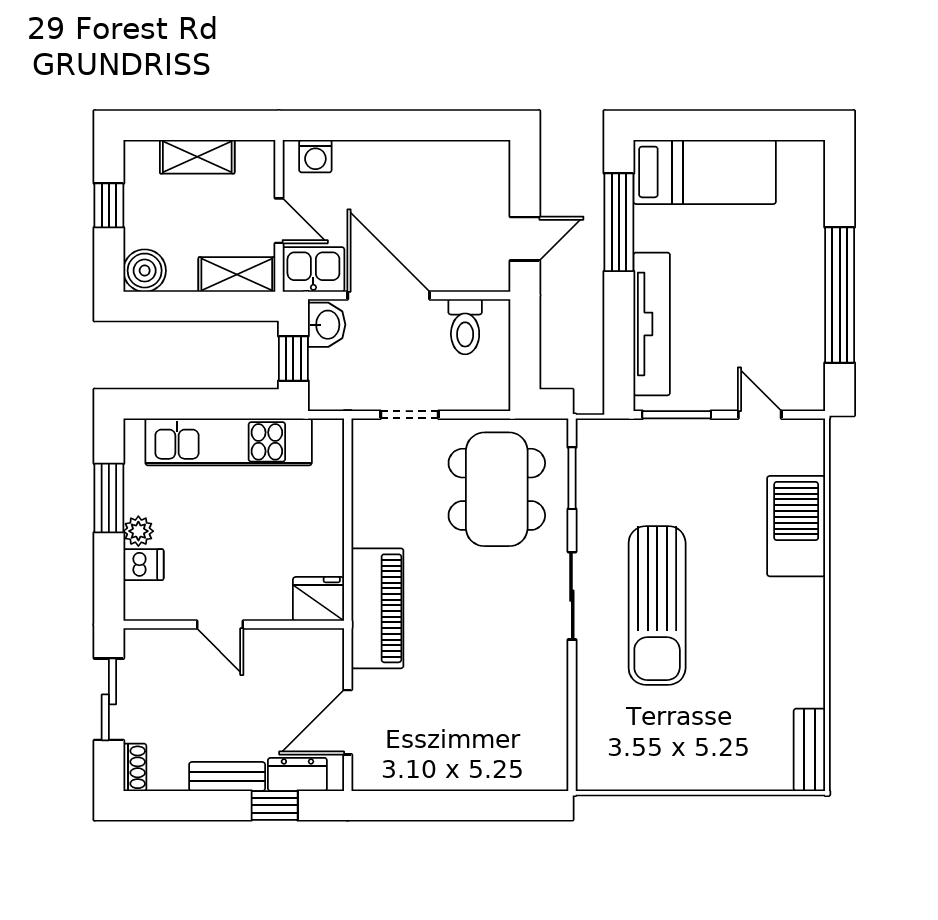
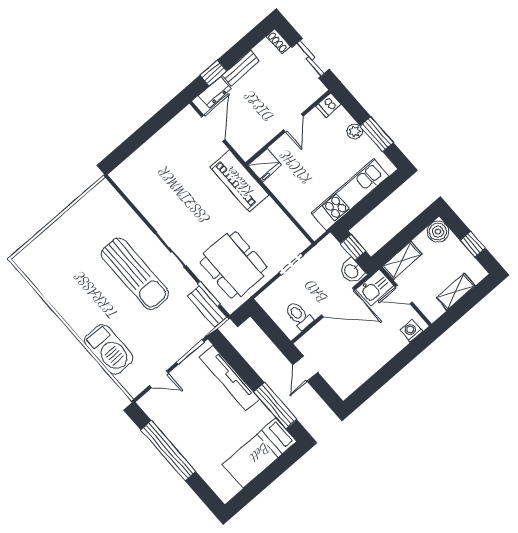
dishwasher: (143, 565) -> (328, 105), moved
sun lounger: (657, 605) -> (135, 274), turned 180
door: (220, 625) -> (293, 123), swing flipped
bench: (809, 750) -> (207, 306), moved

